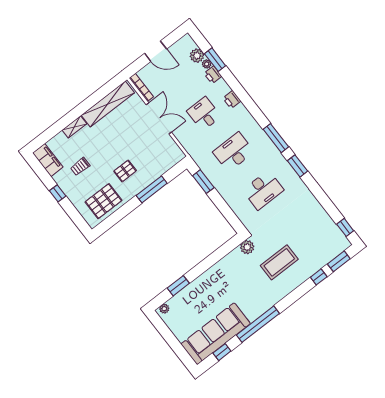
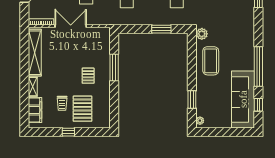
filing cabinet: (48, 160) -> (35, 110), moved, turned 90
window: (203, 182) -> (161, 29), moved
pallet: (104, 201) -> (83, 109), moved
coffee table: (279, 262) -> (211, 61), moved

